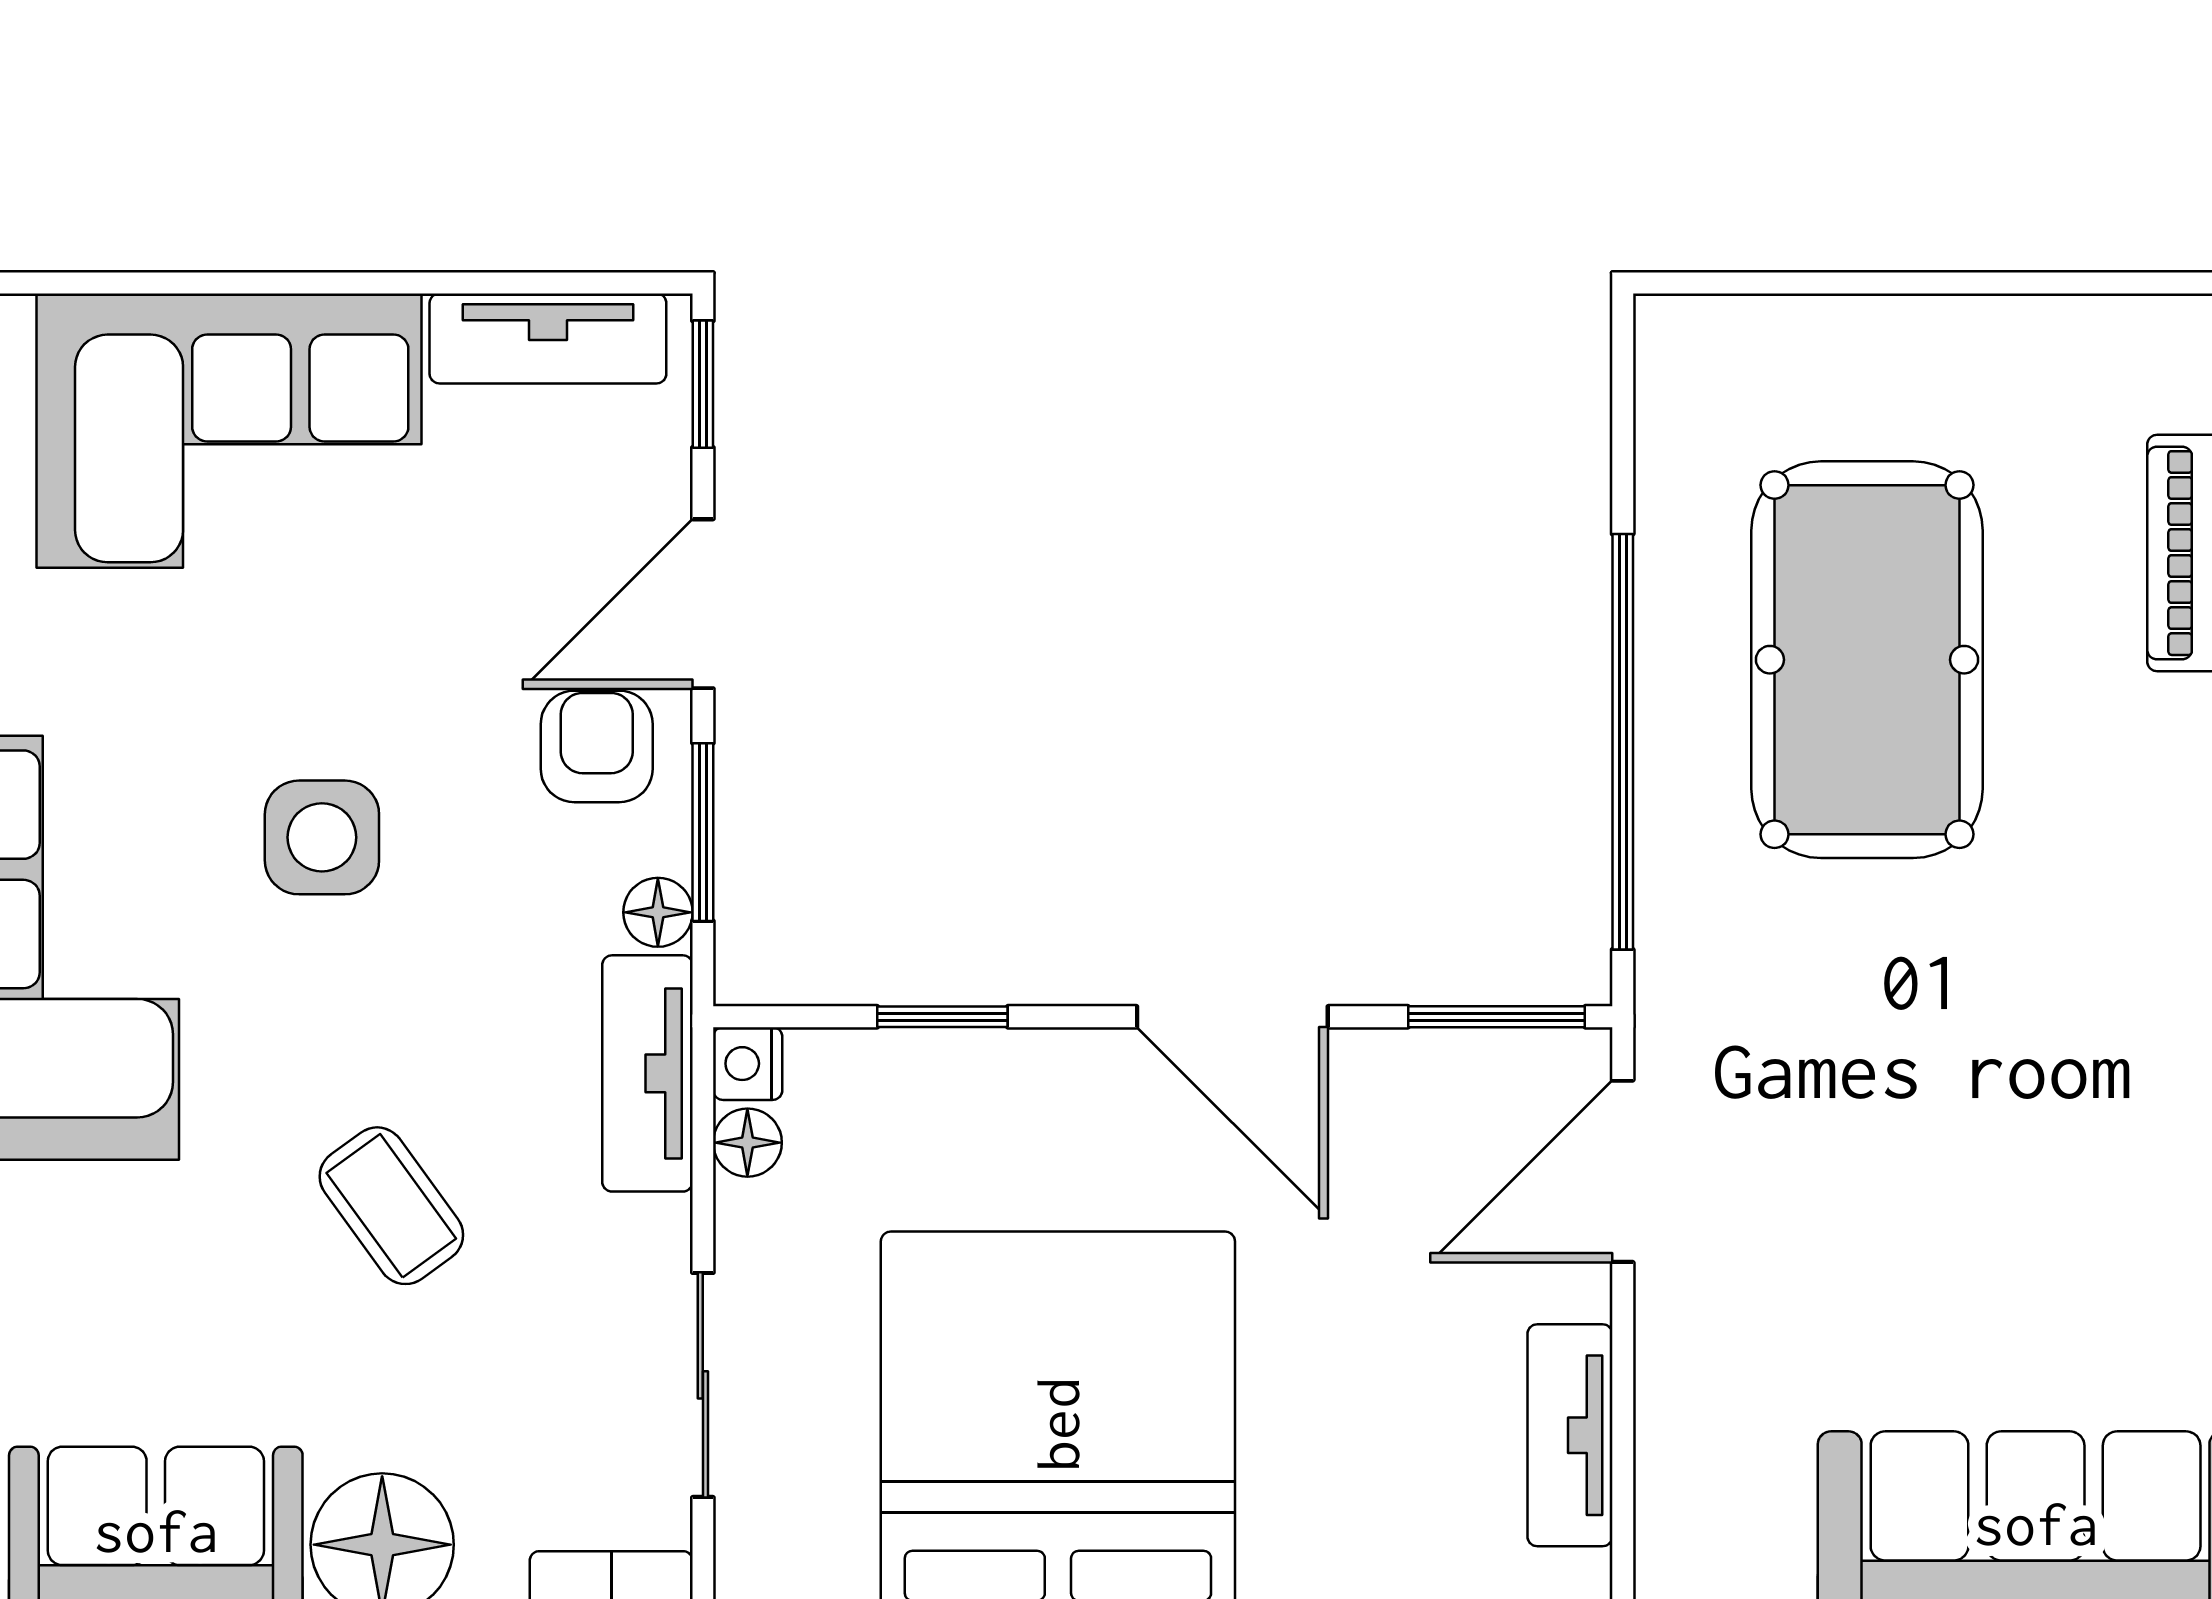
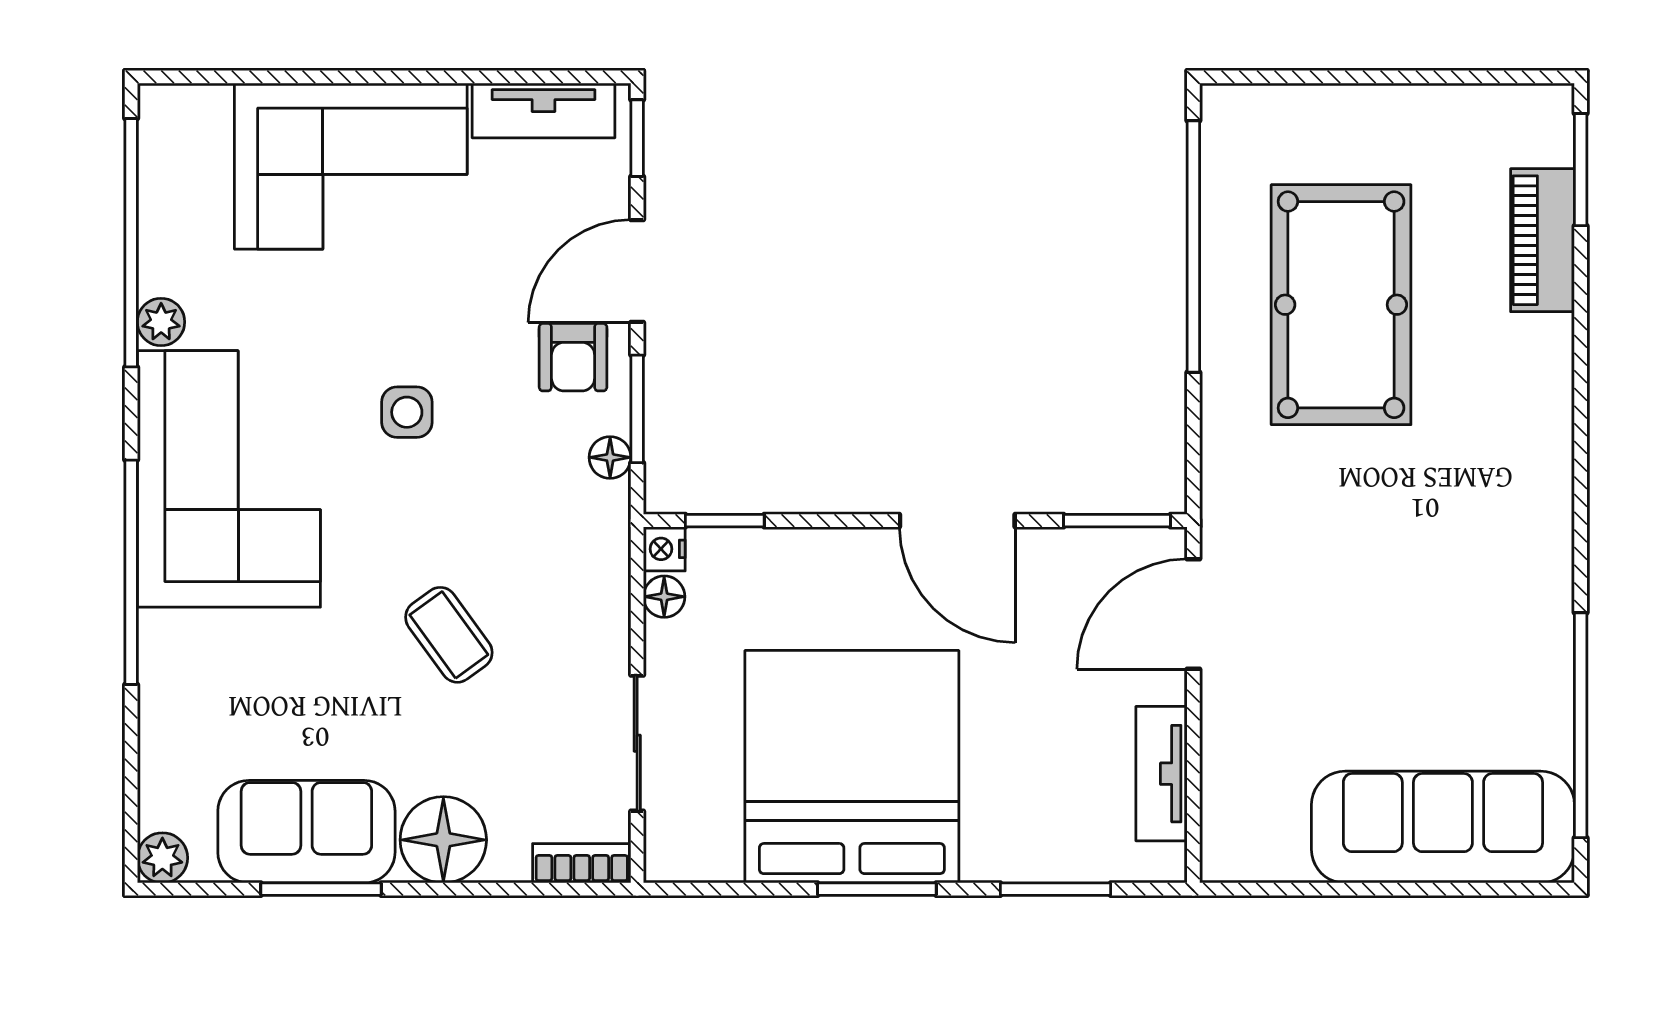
window: (1623, 742) -> (1193, 247), moved
armchair: (597, 746) -> (573, 357), turned 180
side table: (322, 837) -> (407, 412), width x0.73, depth x0.73
window: (942, 1017) -> (725, 521), moved
tv unit: (647, 1073) -> (604, 555), removed

